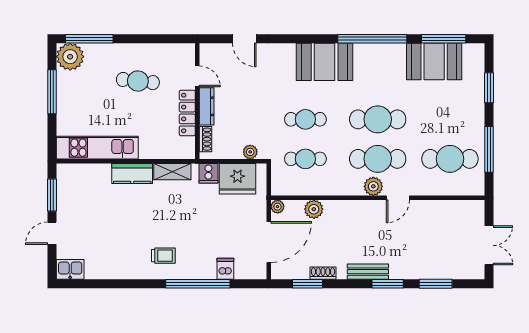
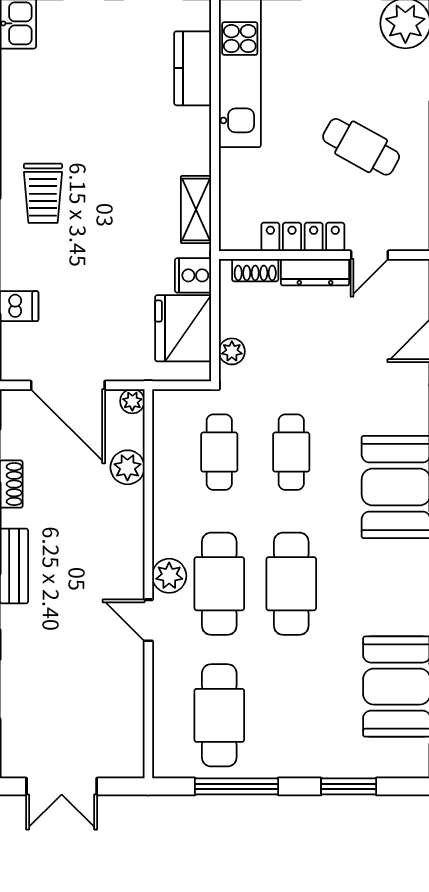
cafe table: (138, 81) -> (361, 147), turned -67
kitchen counter: (132, 173) -> (193, 68), moved
trolley: (163, 256) -> (43, 193), width x1.36, depth x1.39

